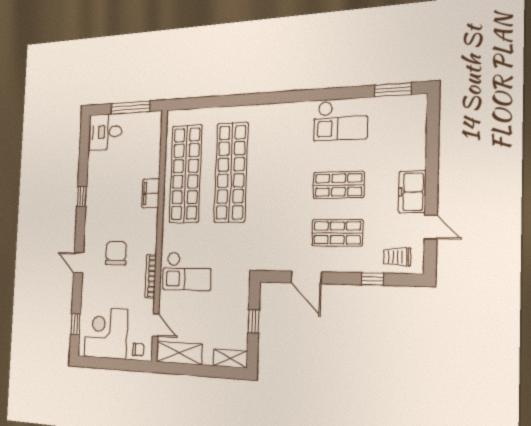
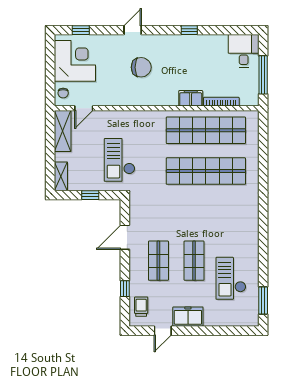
checkout: (341, 120) -> (231, 278), moved
checkout: (187, 271) -> (120, 160), moved
bookcase: (151, 276) -> (221, 102), moved

